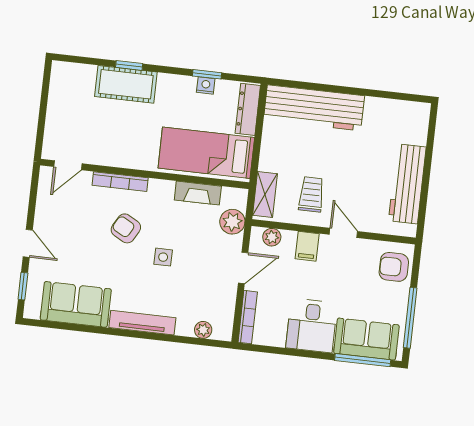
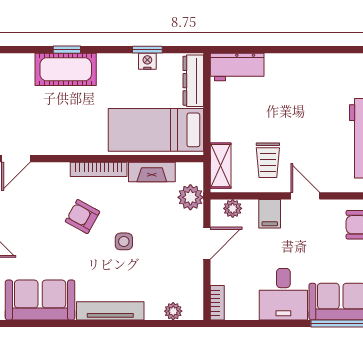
workbench: (314, 108) -> (237, 67), width x0.53, depth x0.76
bookcase: (120, 182) -> (99, 169), moved
trolley: (311, 194) -> (268, 160), turned 180
bookcase: (248, 317) -> (217, 303), width x0.64

